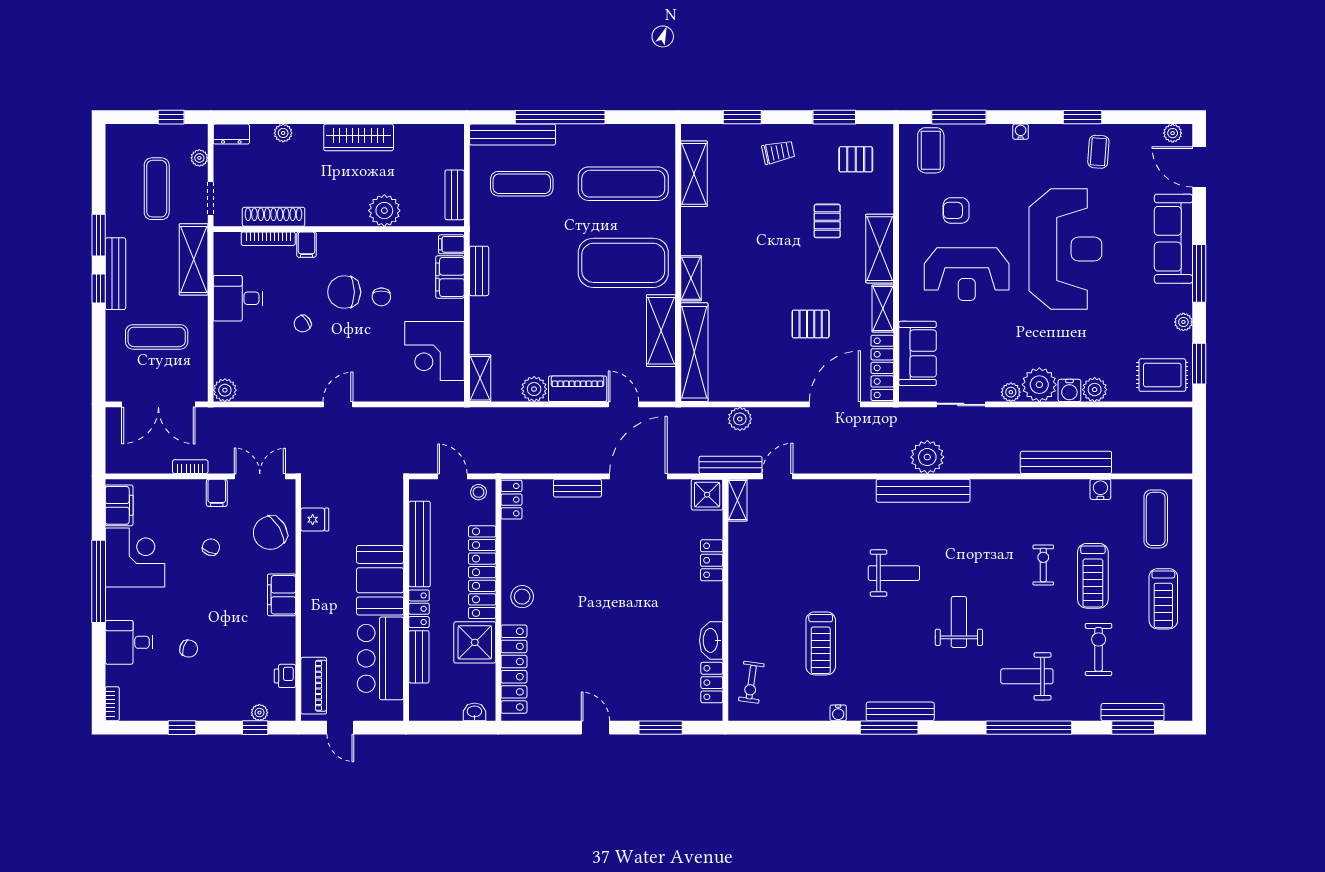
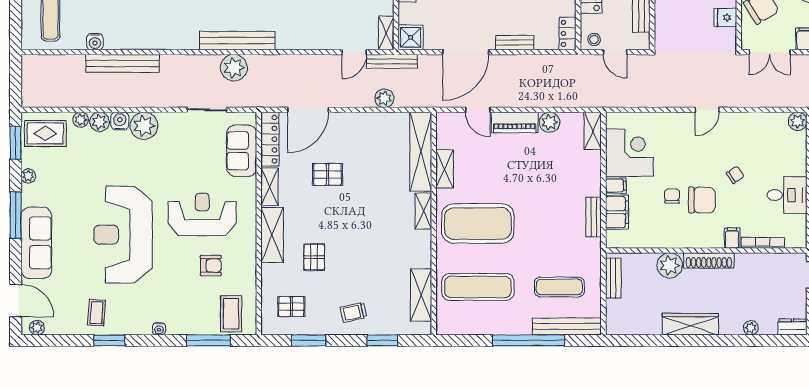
shoe rack: (274, 217) -> (709, 260), moved
filing cabinet: (451, 244) -> (616, 186), moved
shelving: (661, 331) -> (445, 169), width x0.67, depth x0.75
plant: (1011, 392) -> (81, 120), moved

